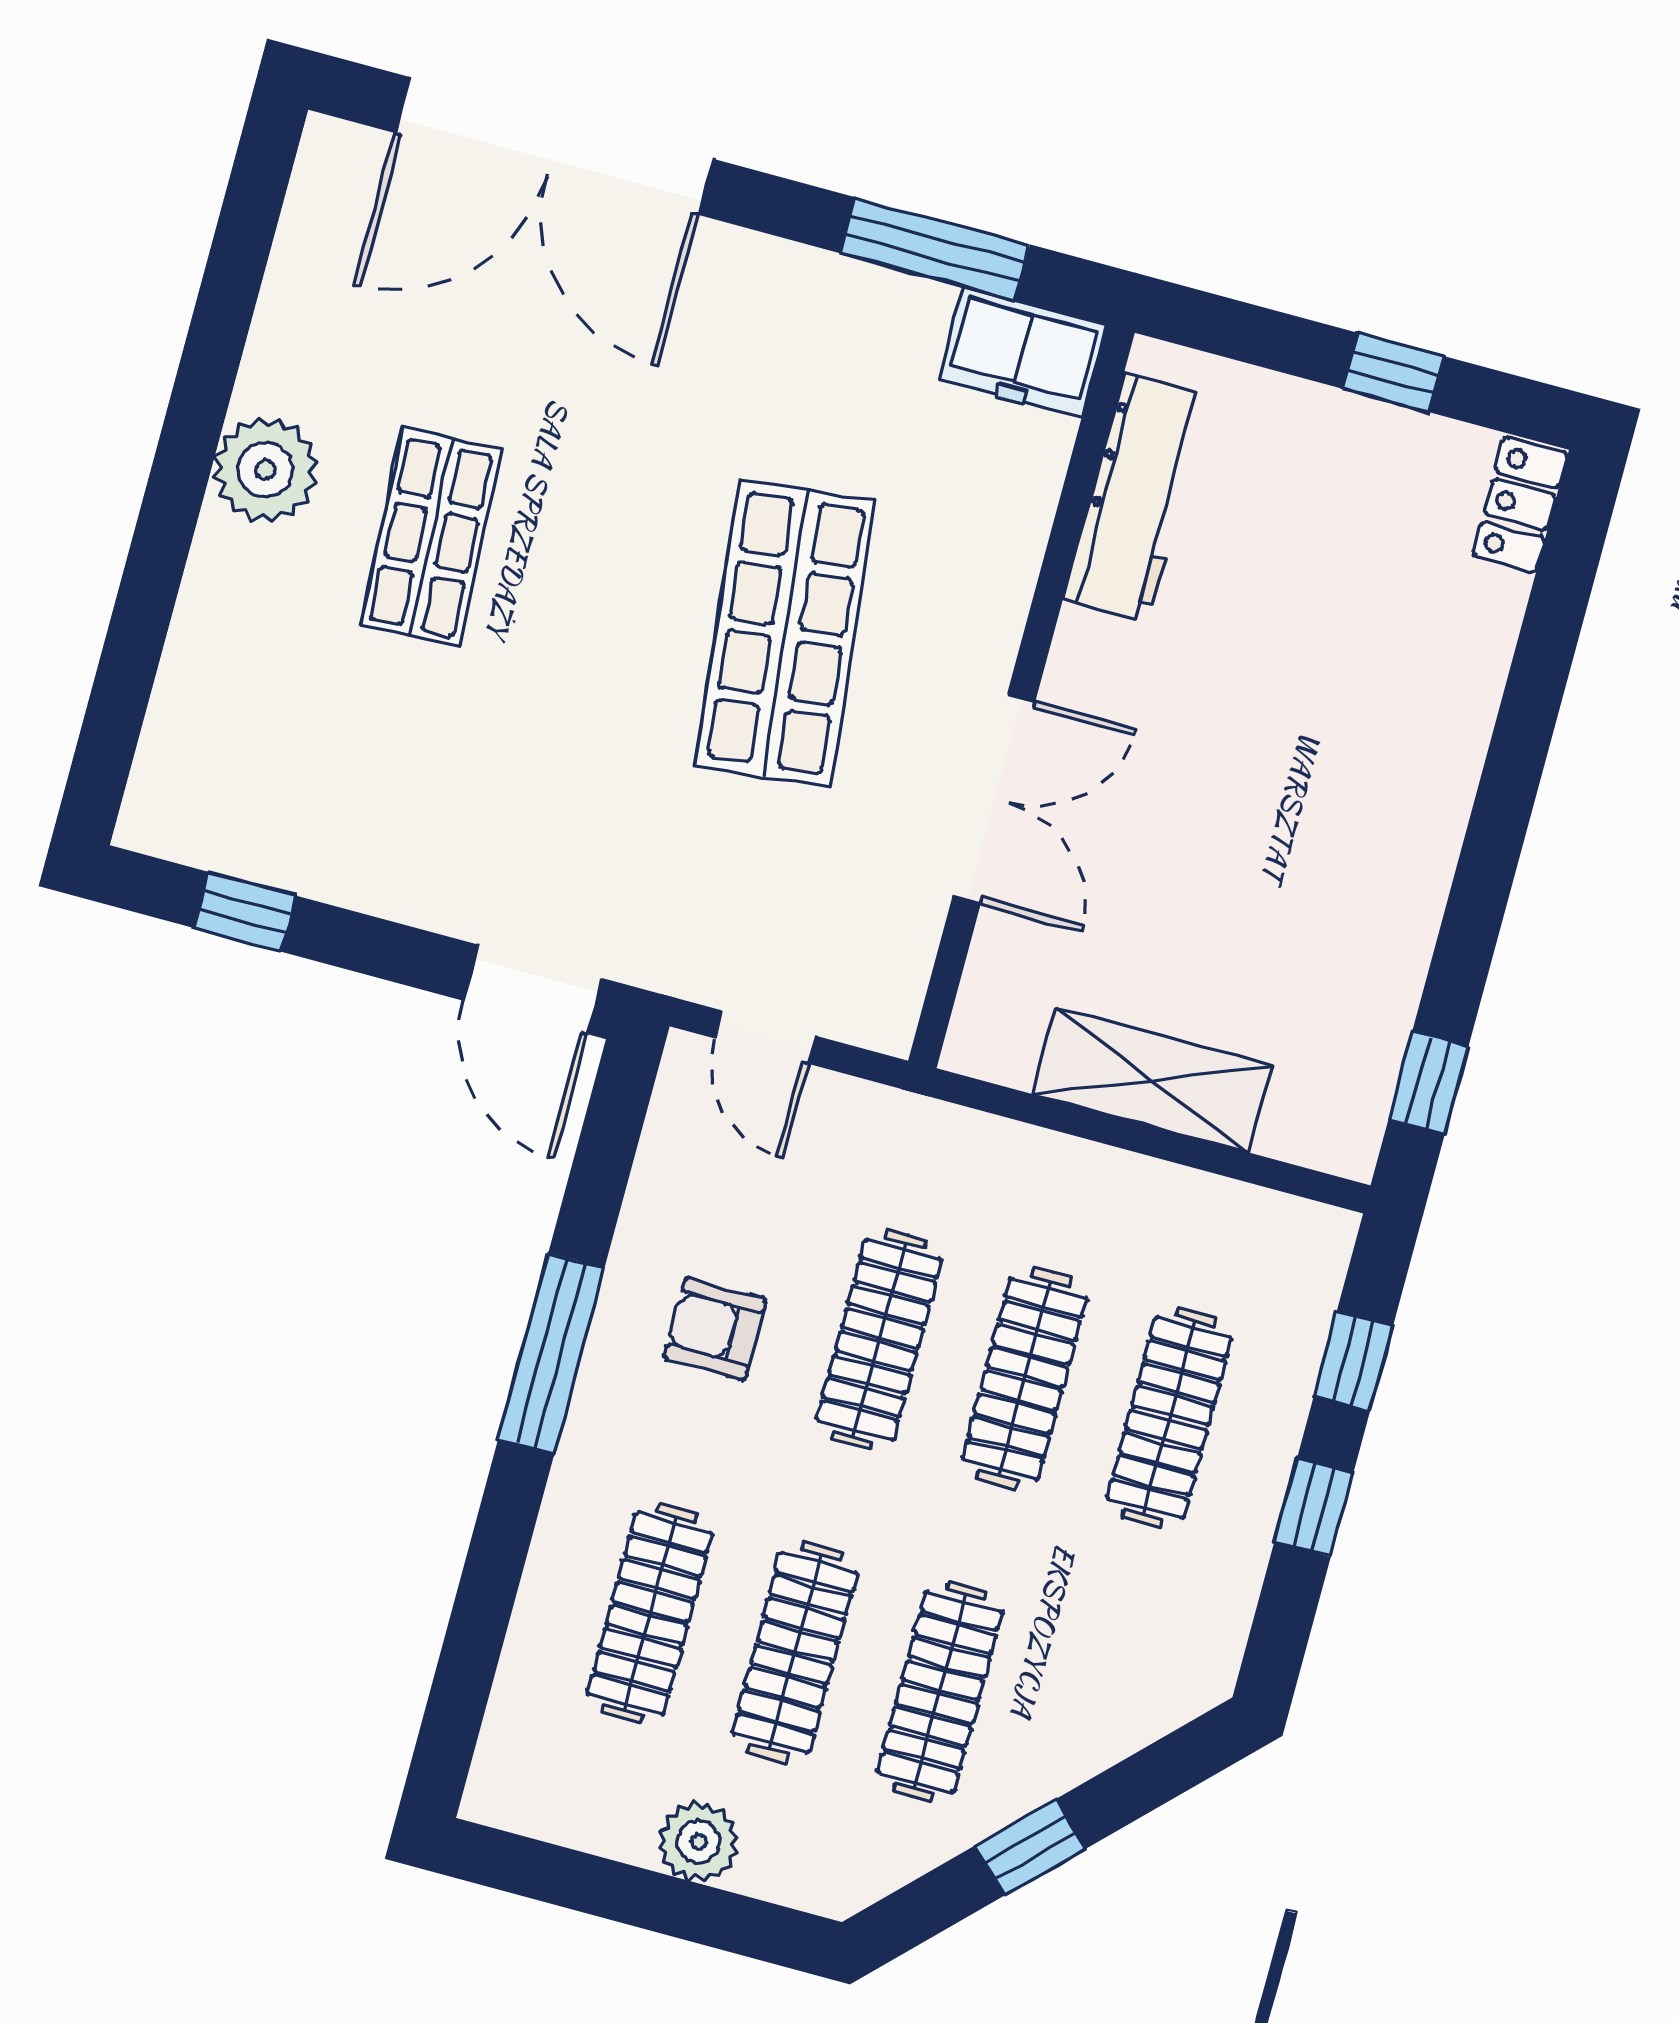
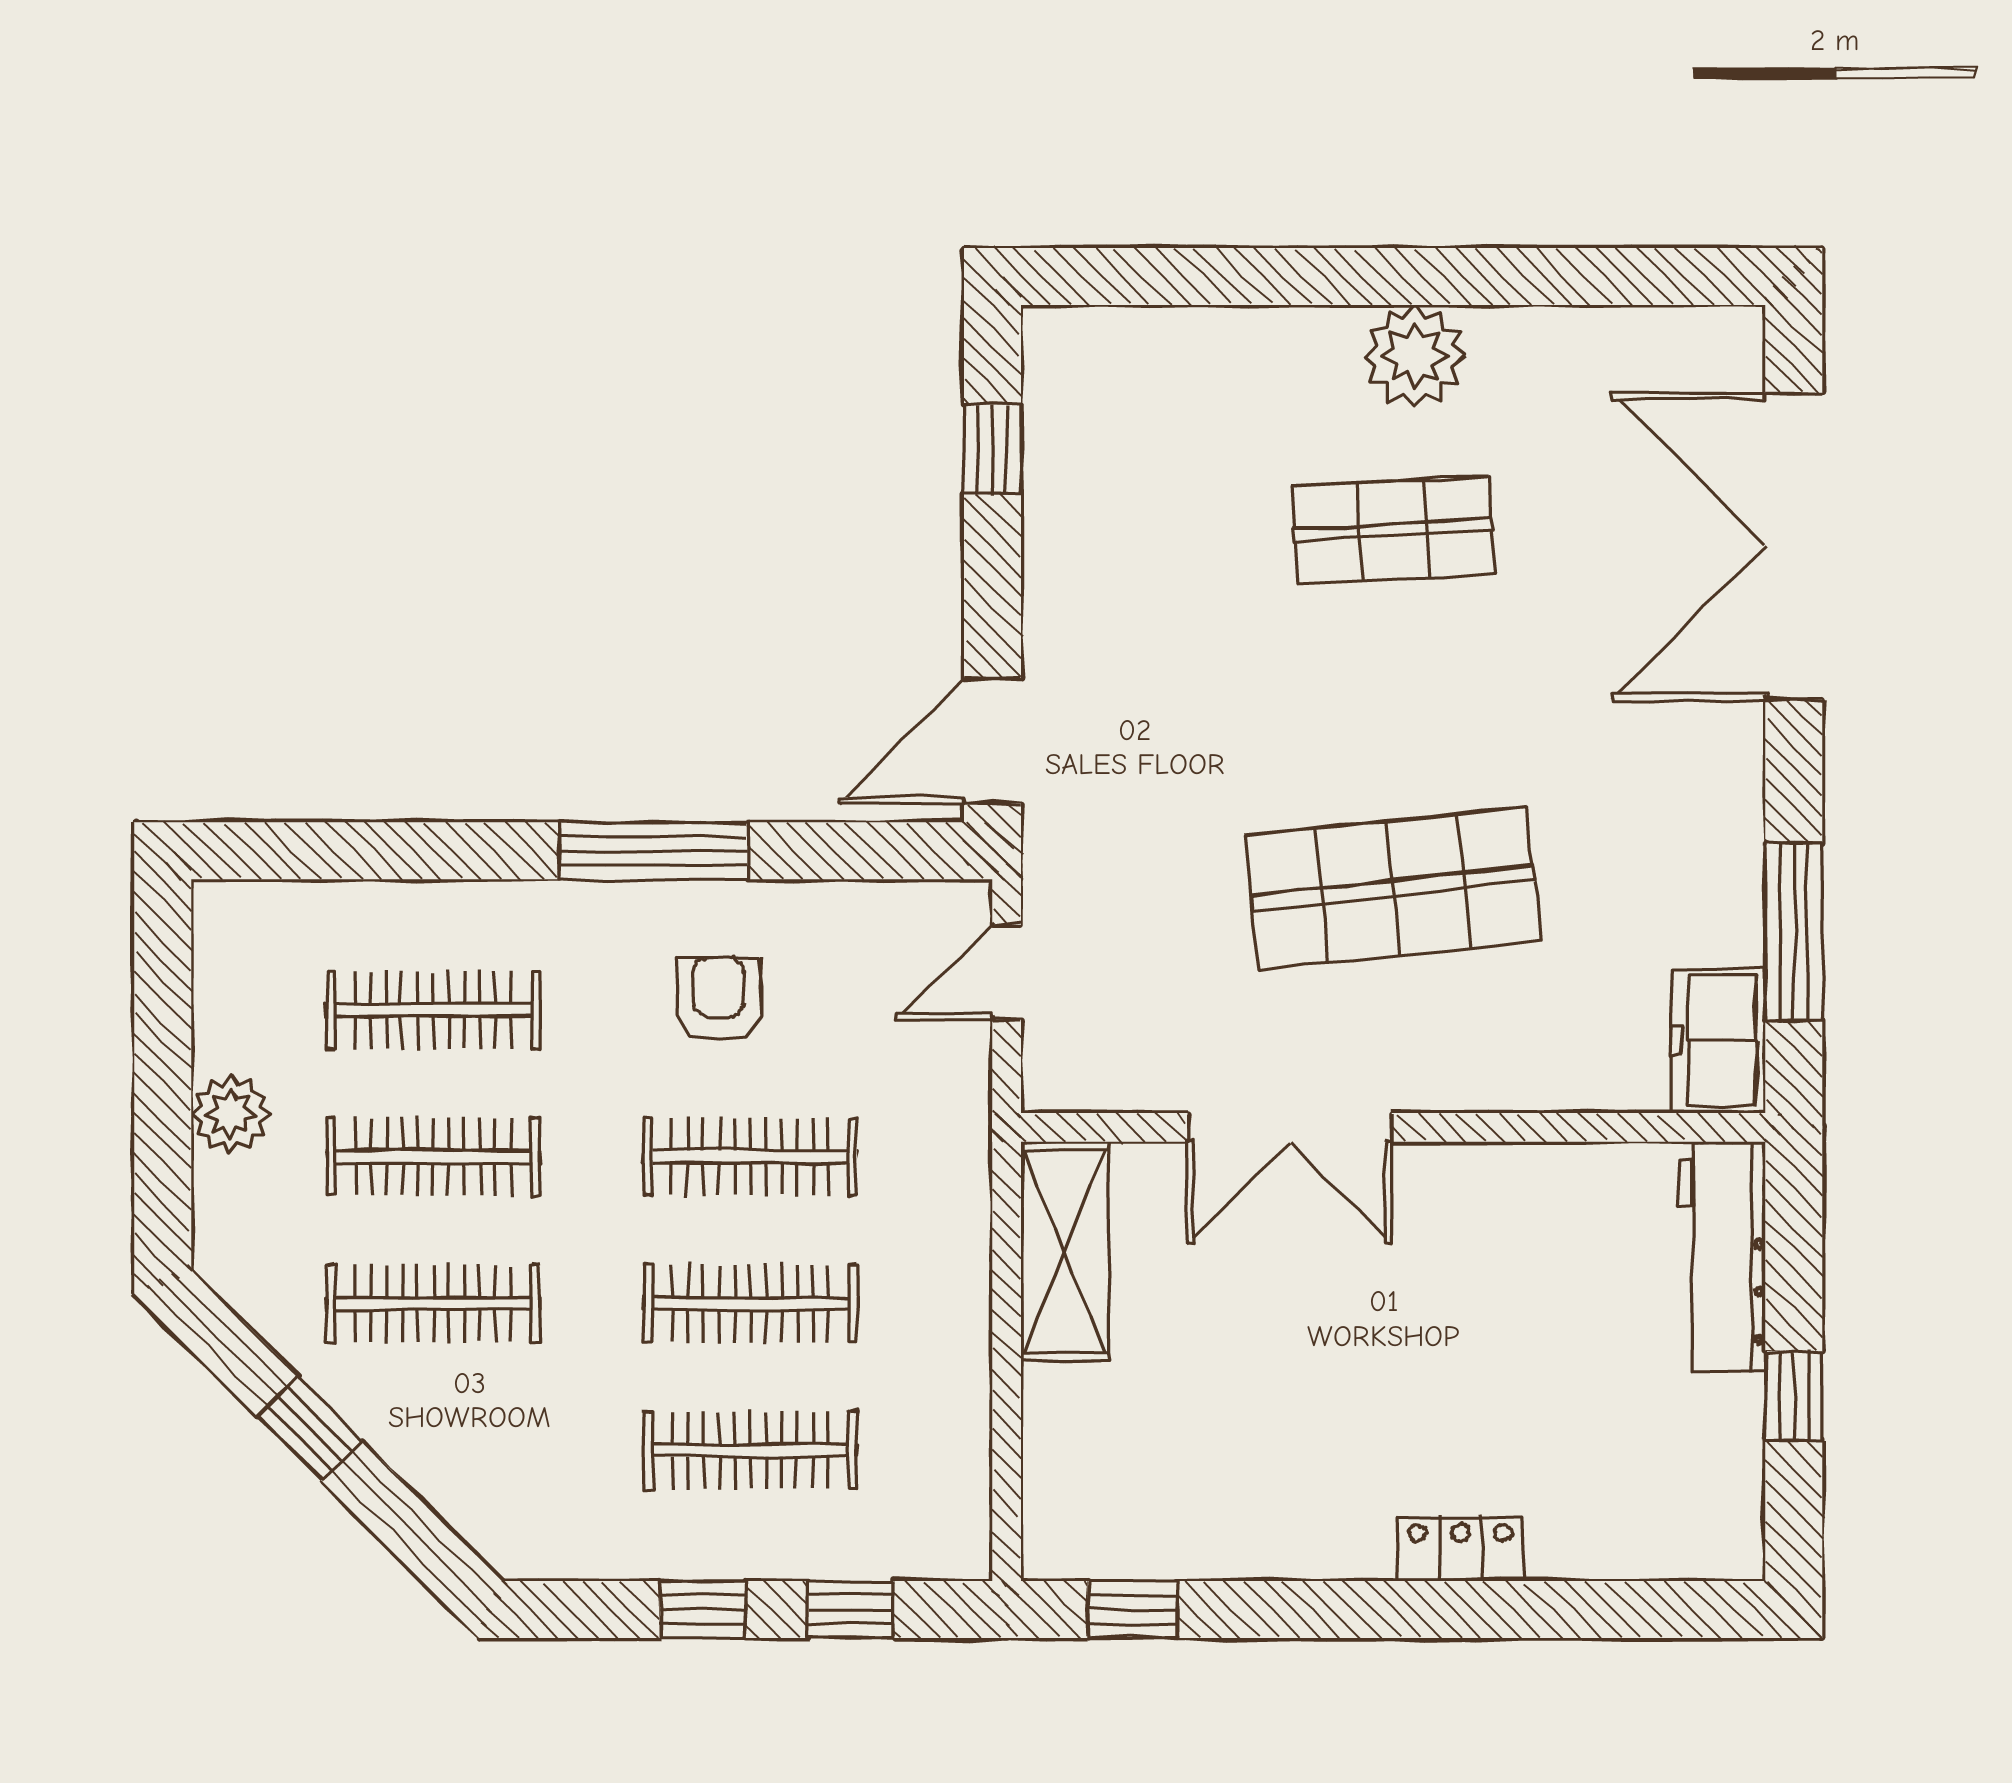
workbench: (1136, 498) -> (1722, 1257), moved, turned 90
locker: (1520, 505) -> (1460, 1549), moved
shelving: (1152, 1080) -> (1065, 1251), moved

